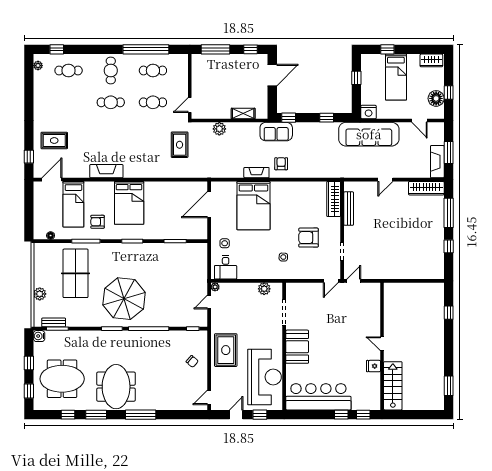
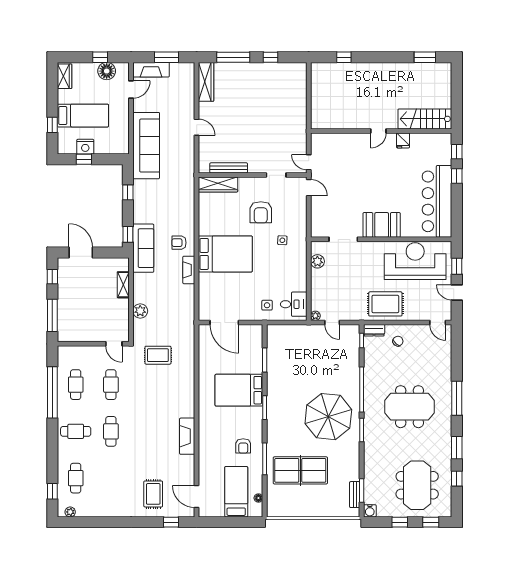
nightstand: (369, 112) -> (85, 147), moved, turned 90
sofa: (276, 132) -> (143, 248), width x1.36
fireplace: (437, 162) -> (151, 70), moved
bed: (129, 203) -> (239, 390), moved, turned 180
bed: (73, 204) -> (236, 492), moved, turned -90
bed: (253, 206) -> (225, 254), moved
plant: (40, 294) -> (323, 510), removed
dresser: (202, 340) -> (374, 330), added
meeting table: (116, 387) -> (410, 407), moved

